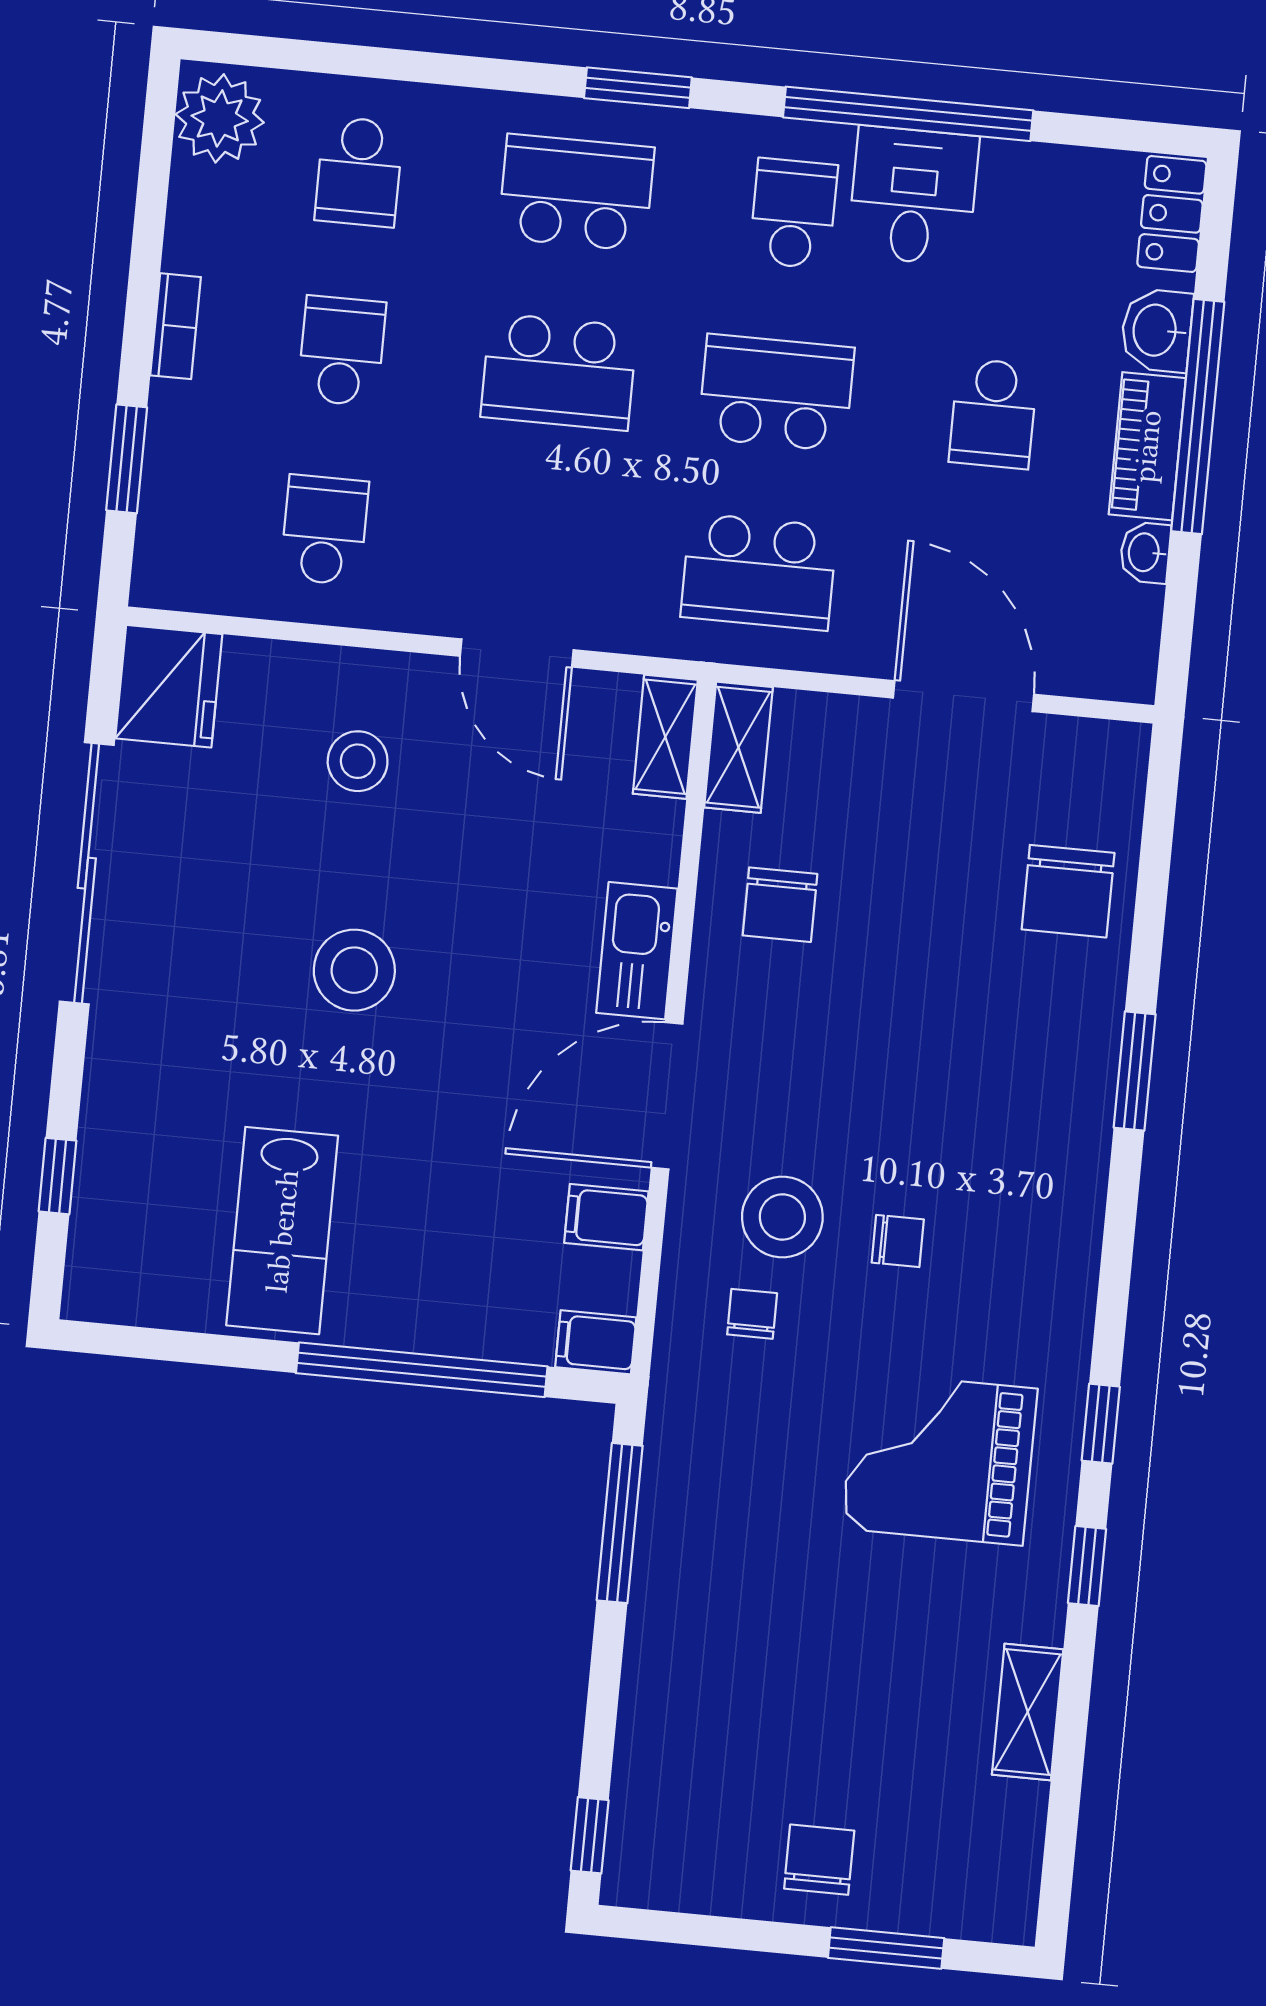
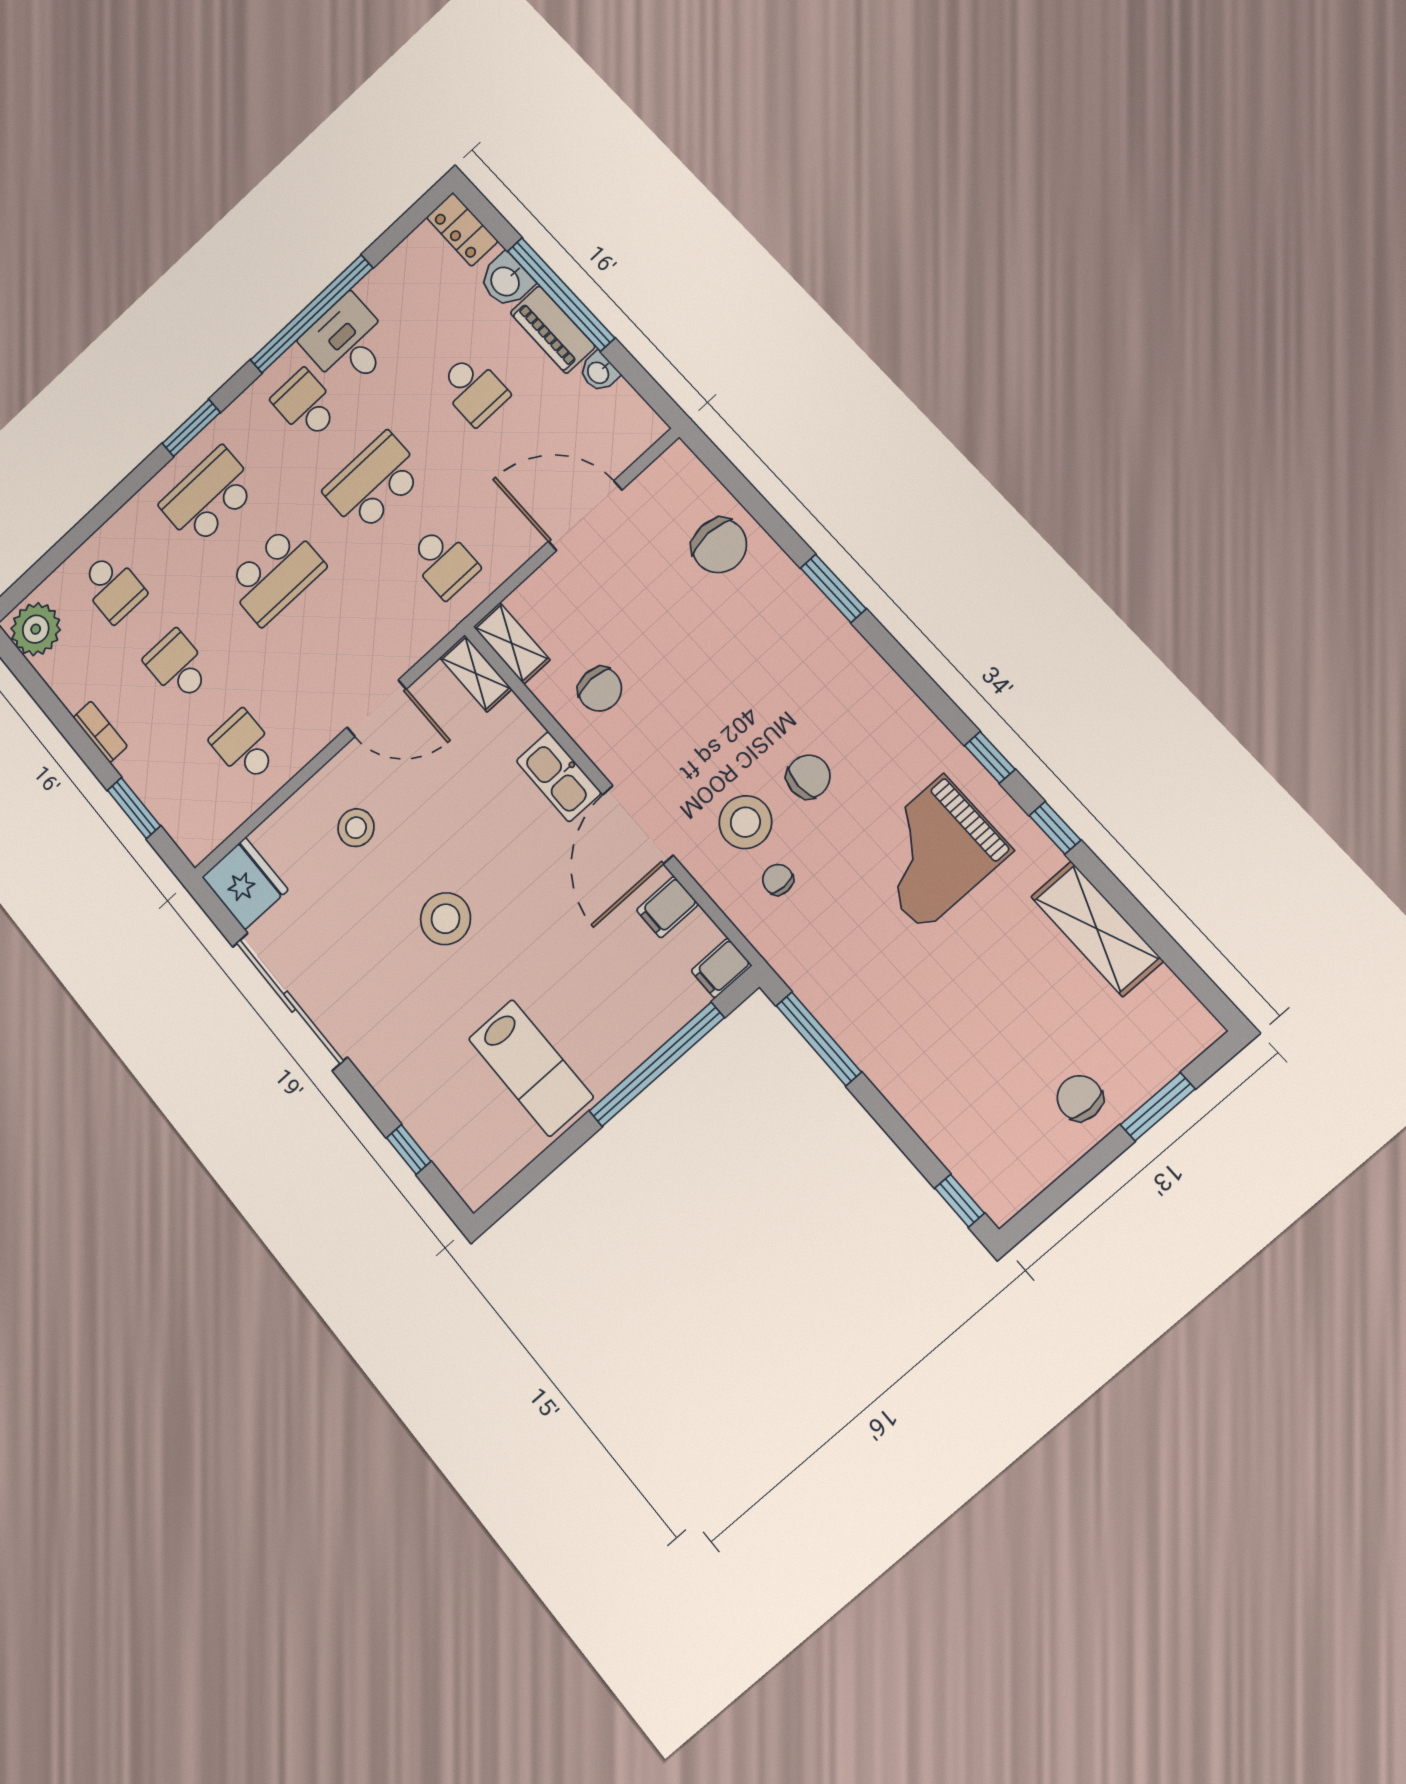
school desk: (759, 572) -> (443, 562), width x0.54
chair: (898, 1241) -> (808, 777), width x1.37, depth x1.37
shelving: (1028, 1712) -> (1097, 929), width x1.50, depth x1.33

